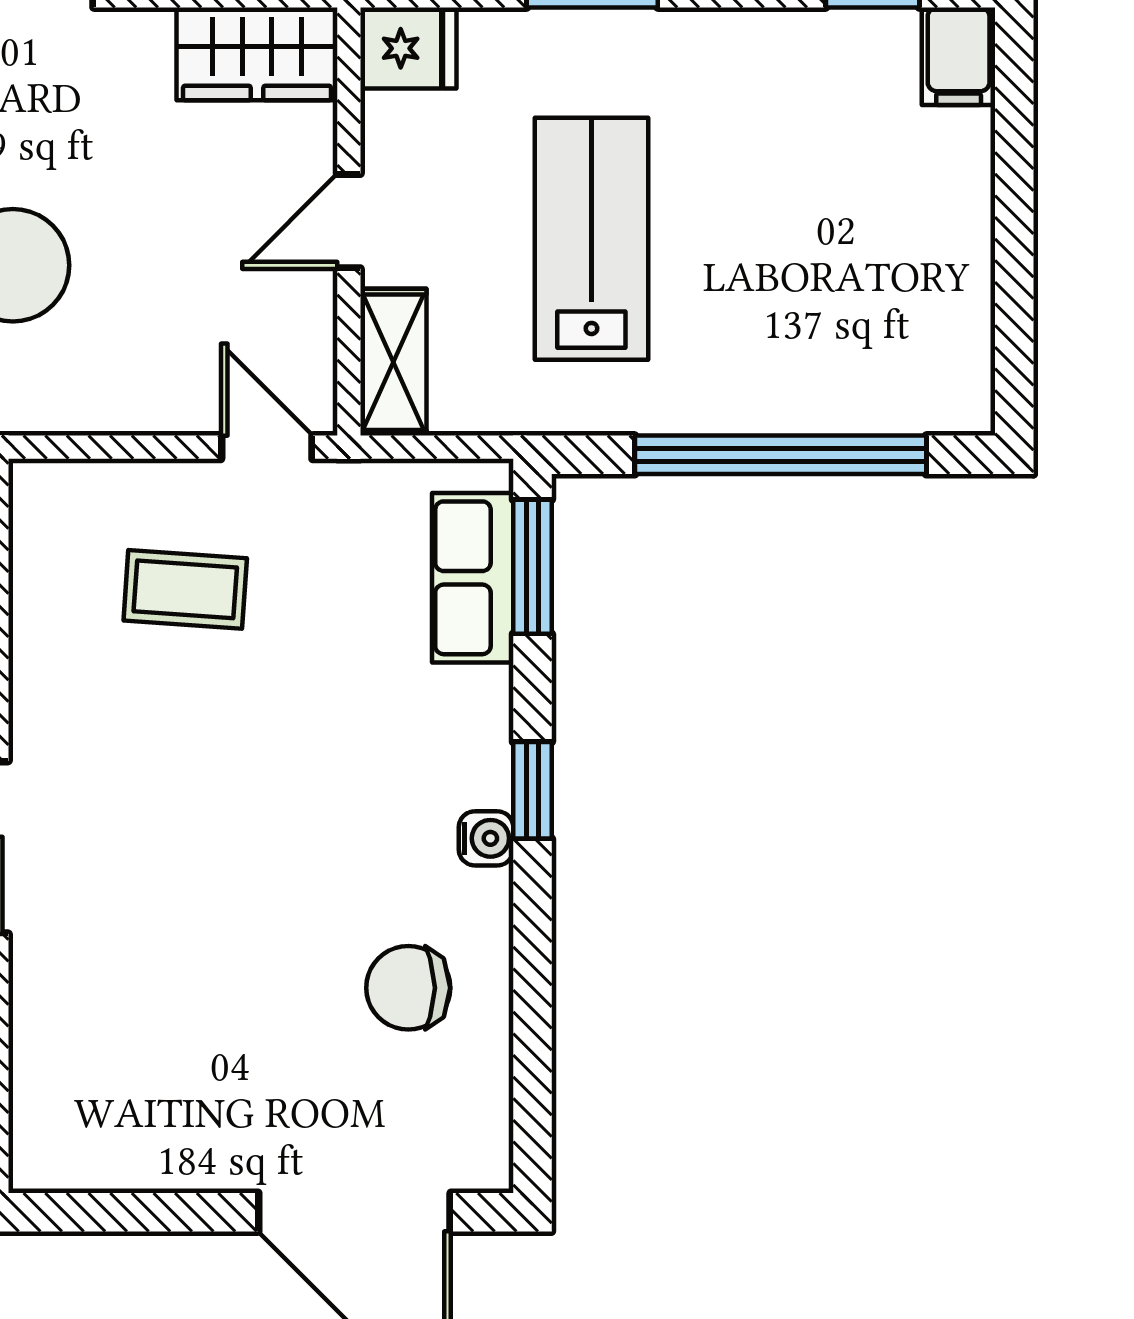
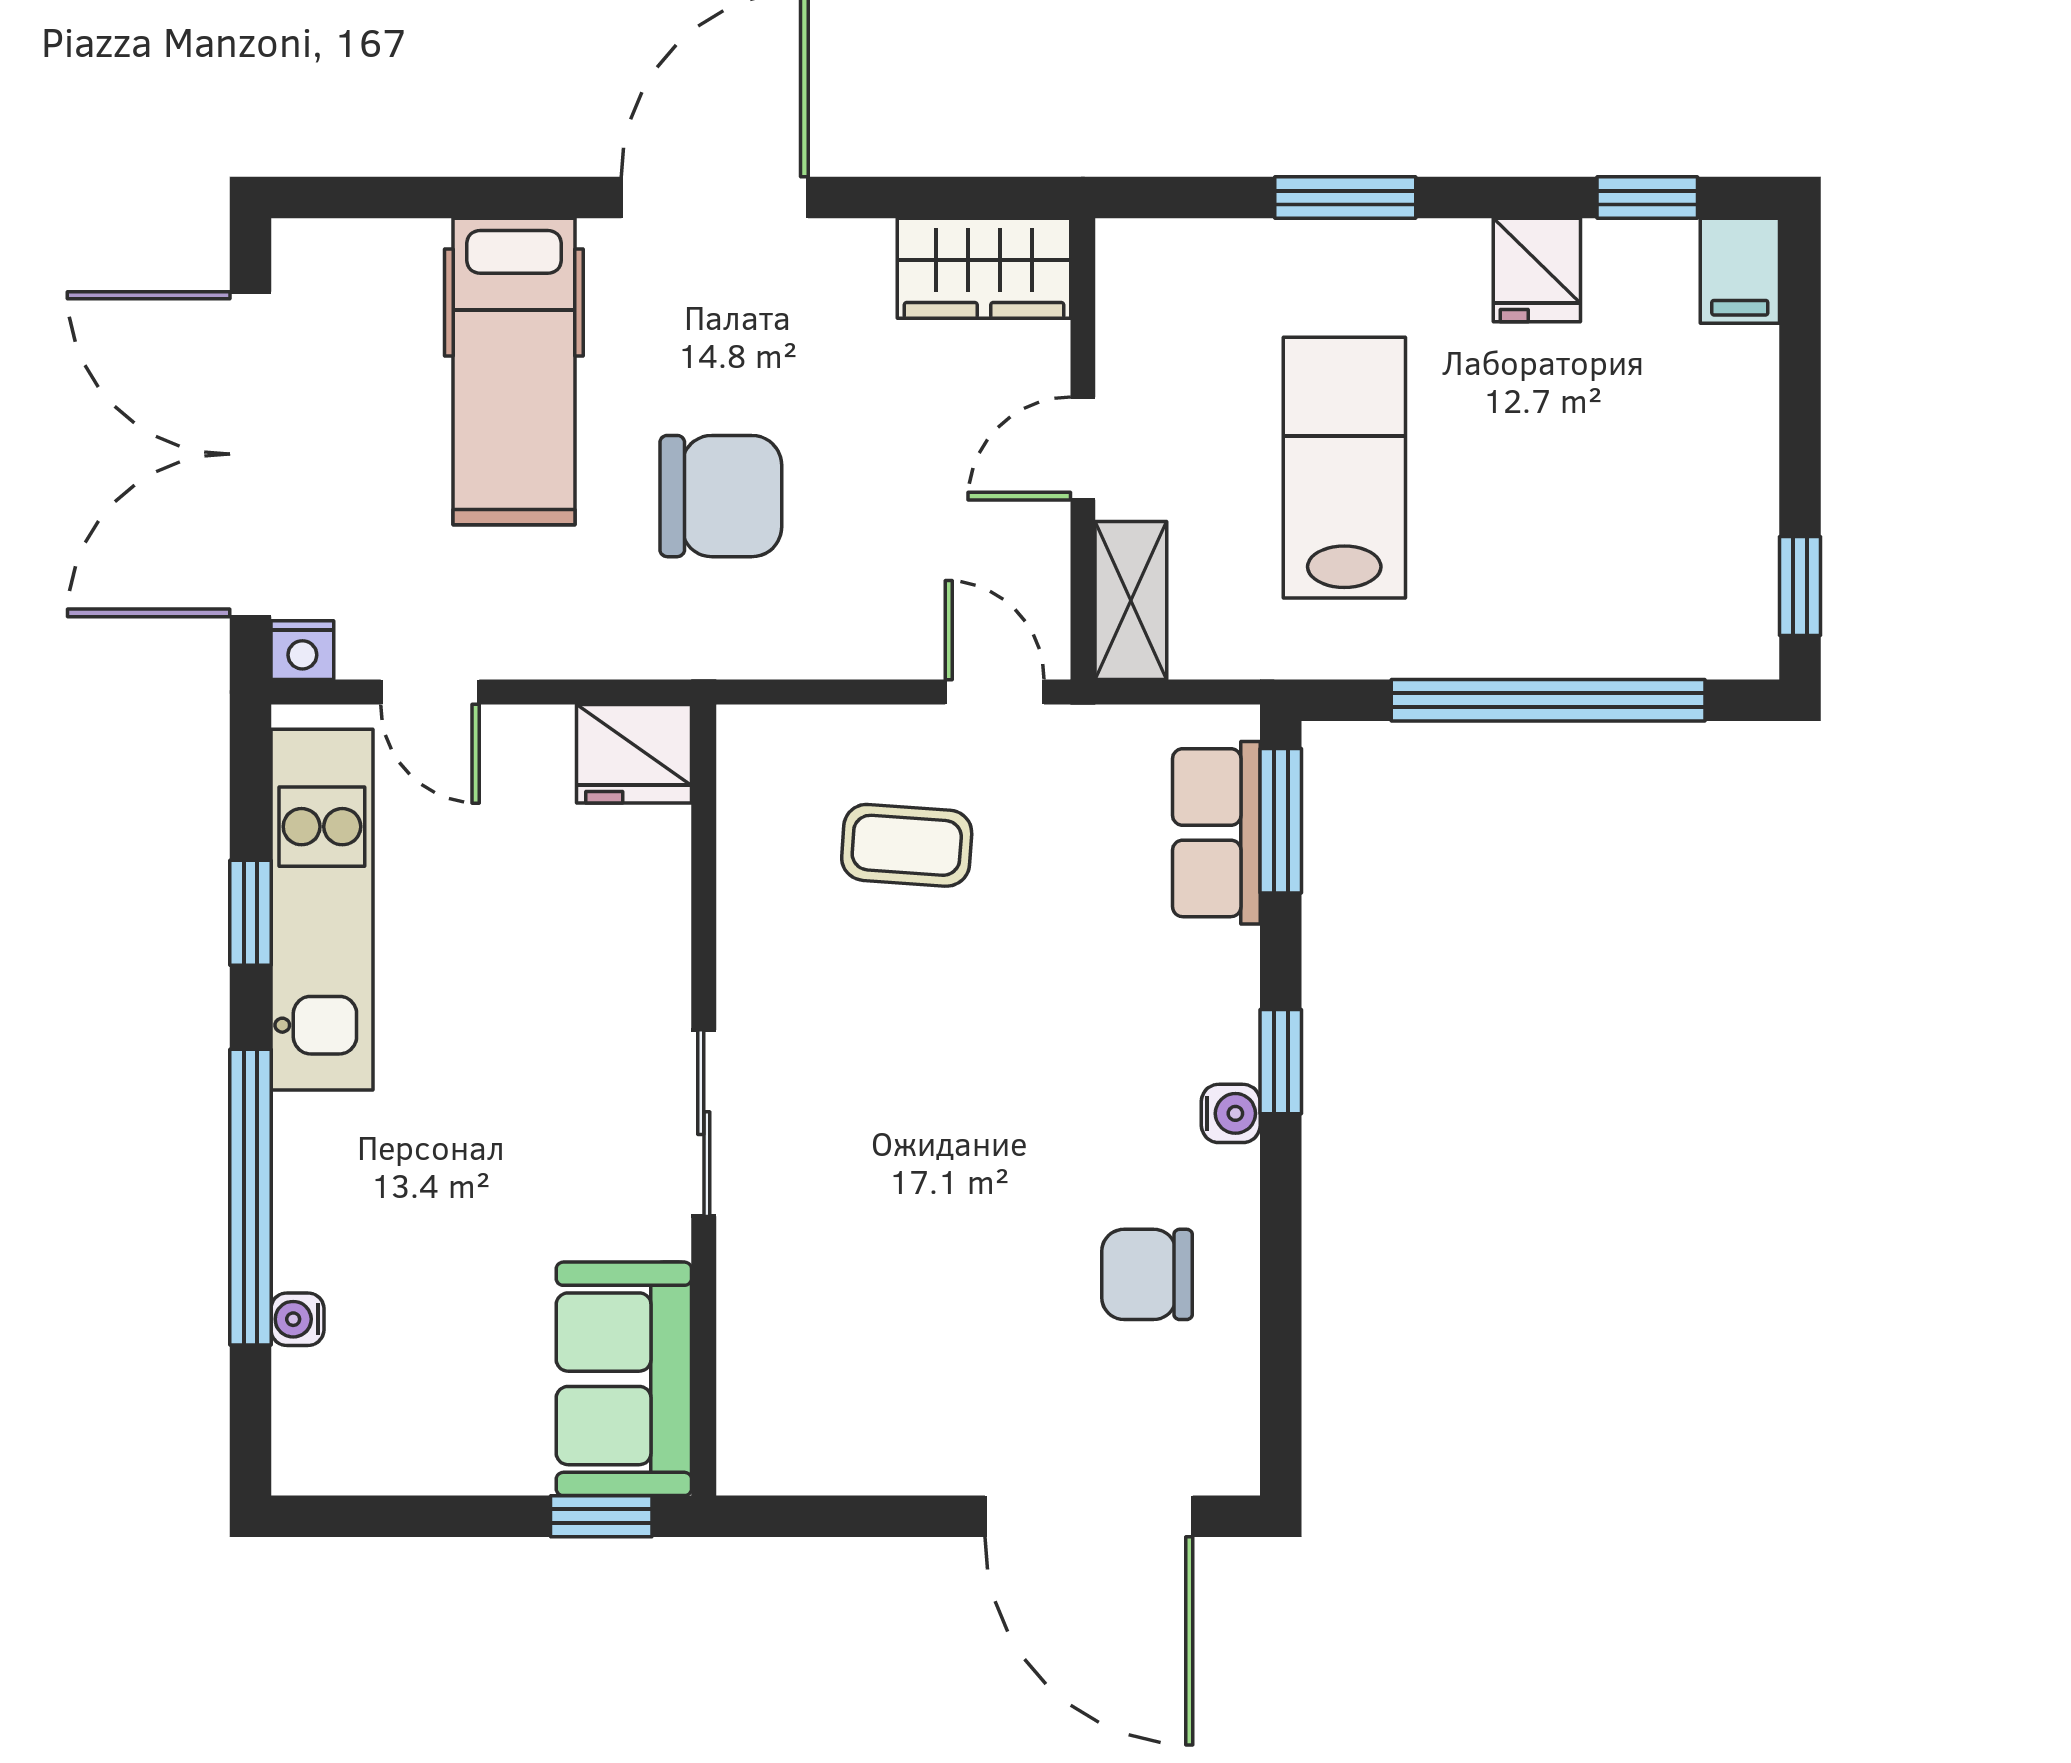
fridge: (408, 48) -> (1537, 270), moved, turned 90
window: (1014, 349) -> (1800, 586), added

